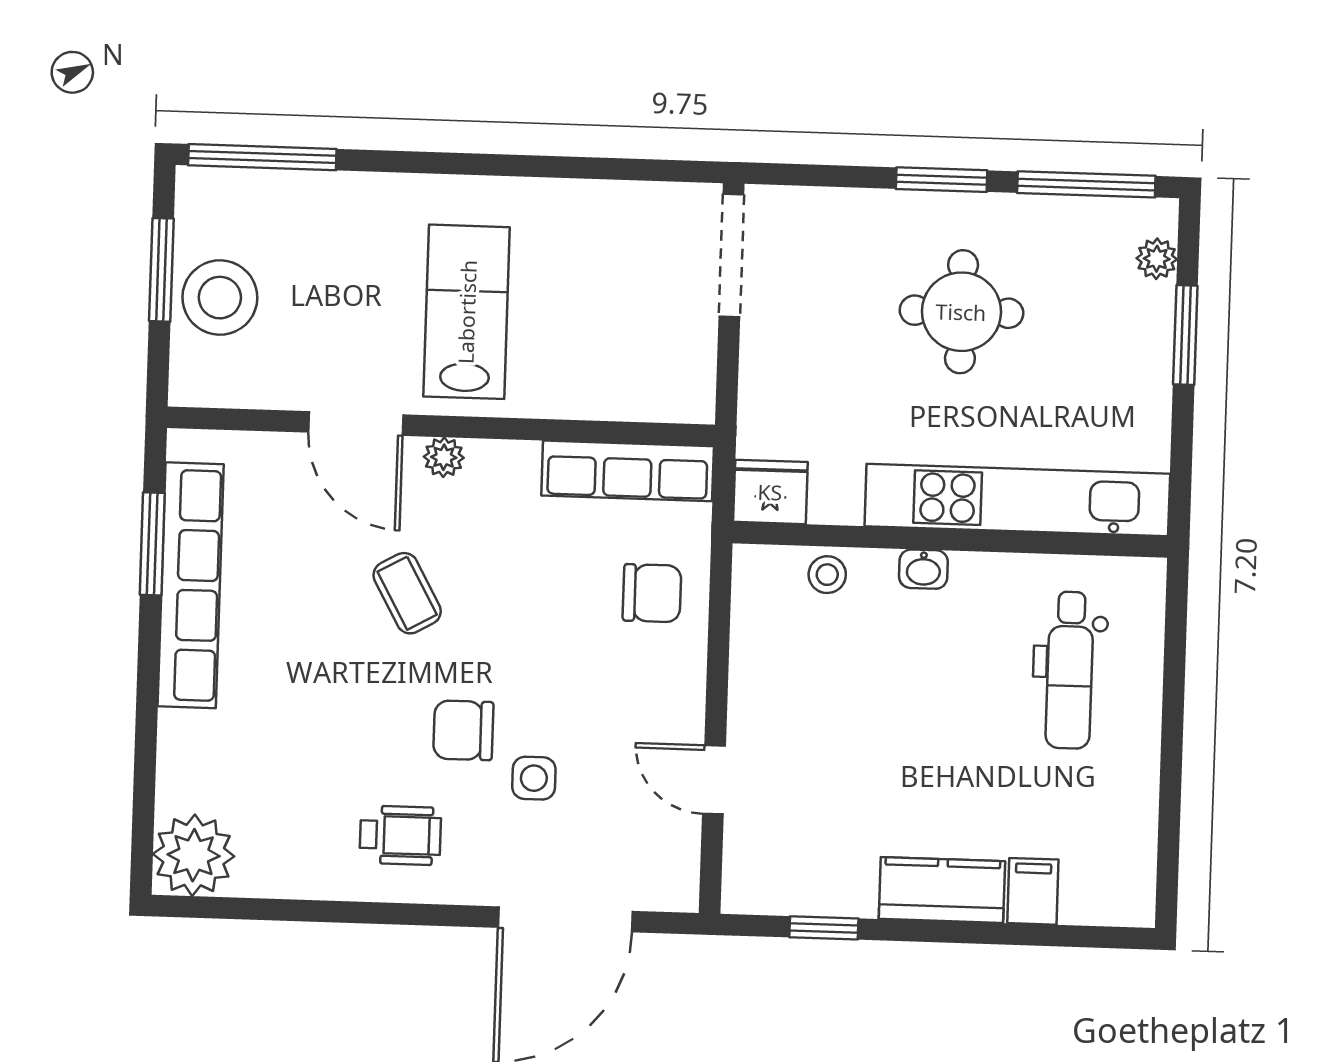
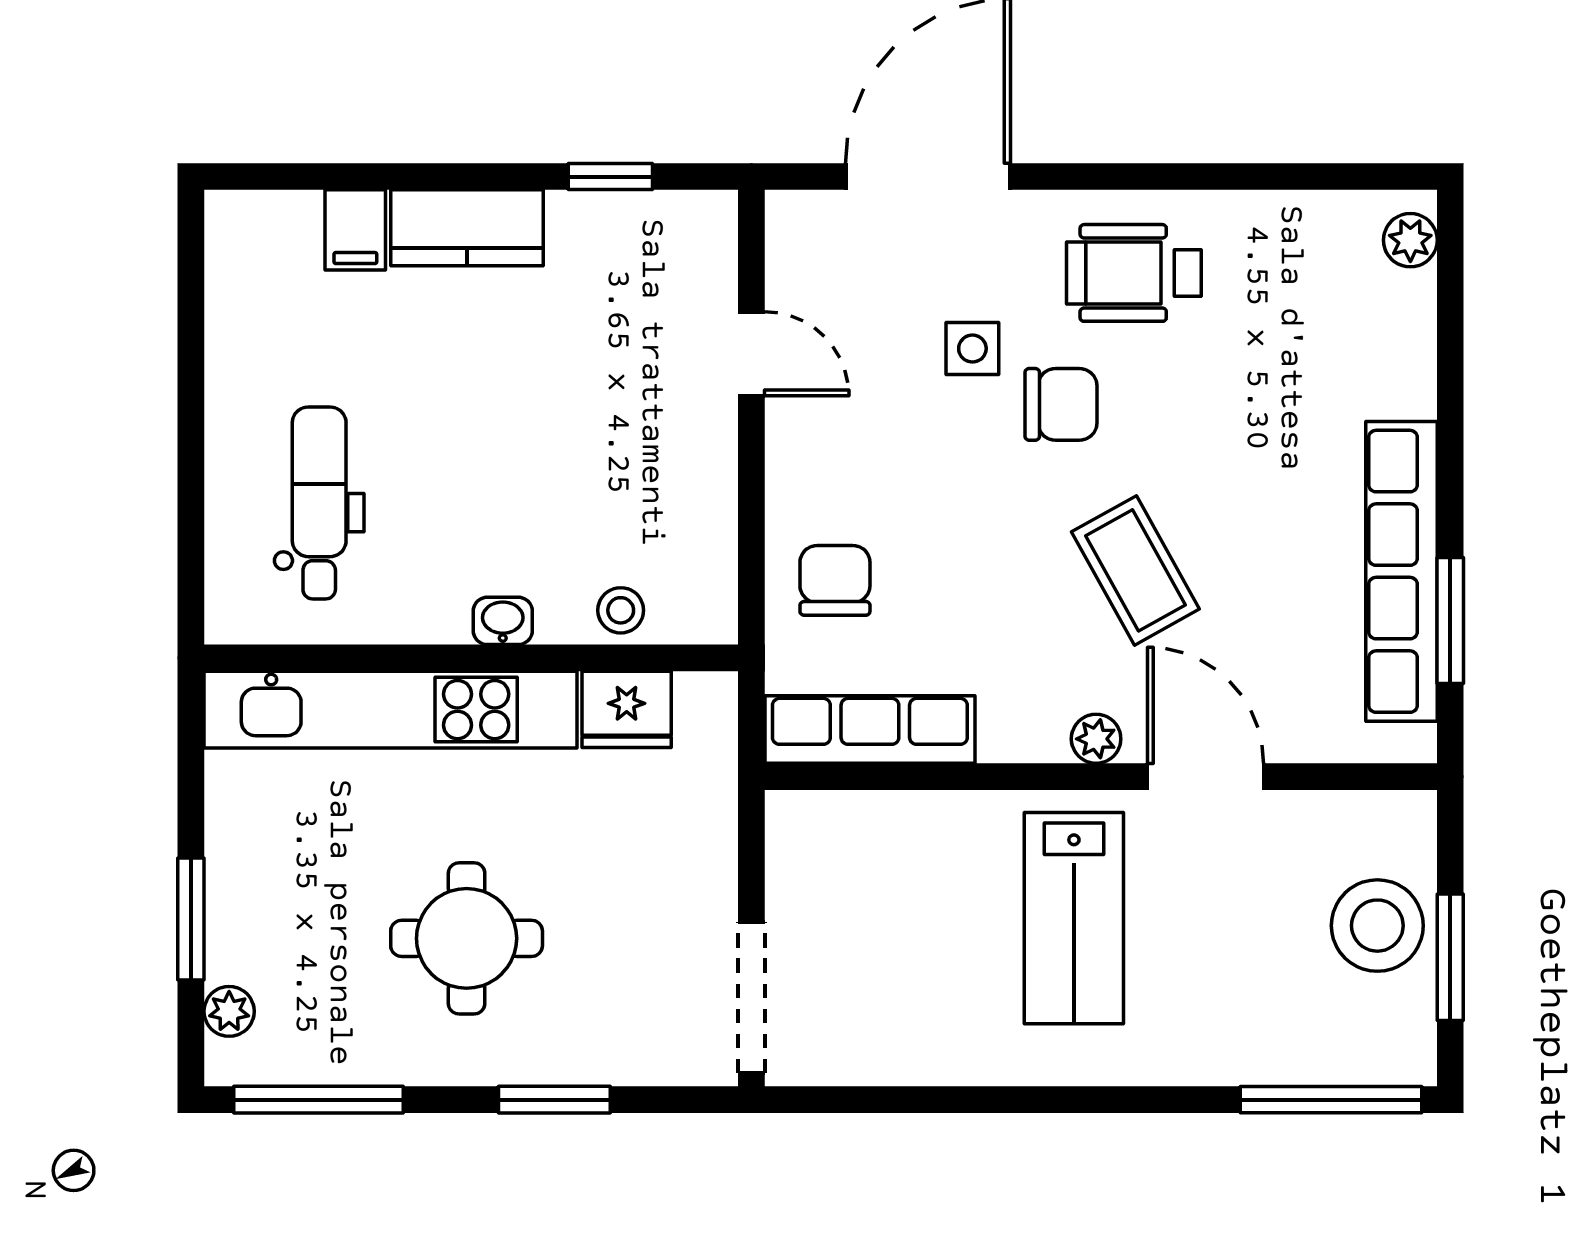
window: (942, 180) -> (554, 1100), moved
fridge: (770, 492) -> (627, 709), moved
coffee table: (407, 593) -> (1135, 570), width x1.36, depth x1.30
chair: (652, 593) -> (835, 580), turned 90
wheelchair: (400, 835) -> (1134, 273), width x1.36, depth x1.37
plant: (194, 855) -> (1410, 240), width x0.53, depth x0.53

